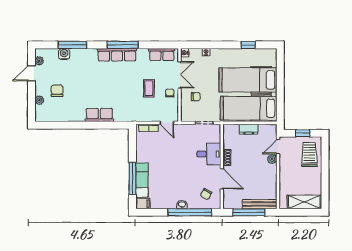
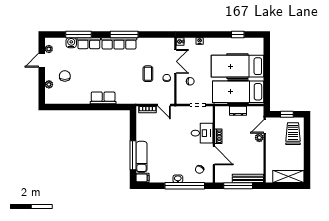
row of seats: (162, 55) -> (89, 43), moved

